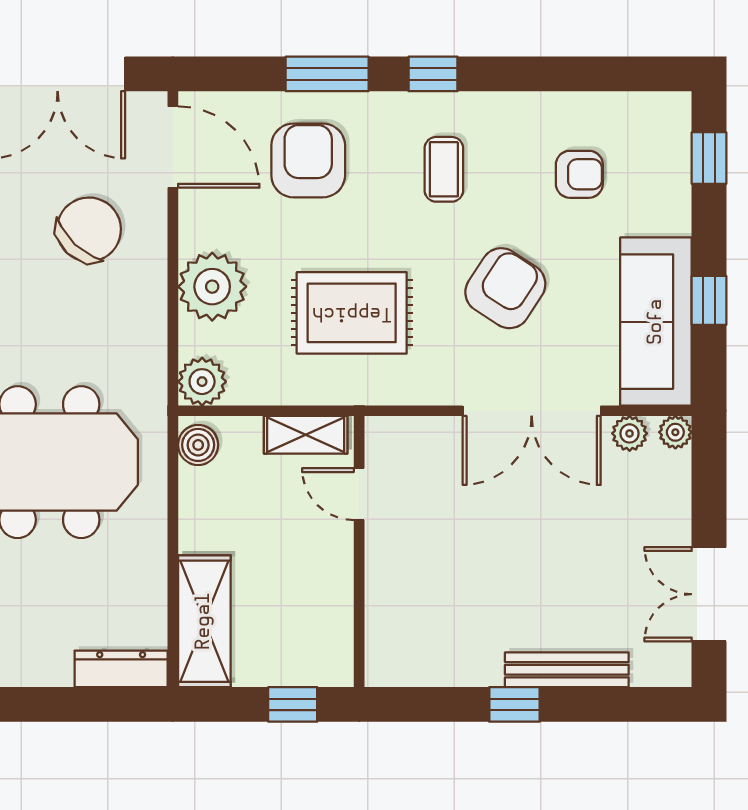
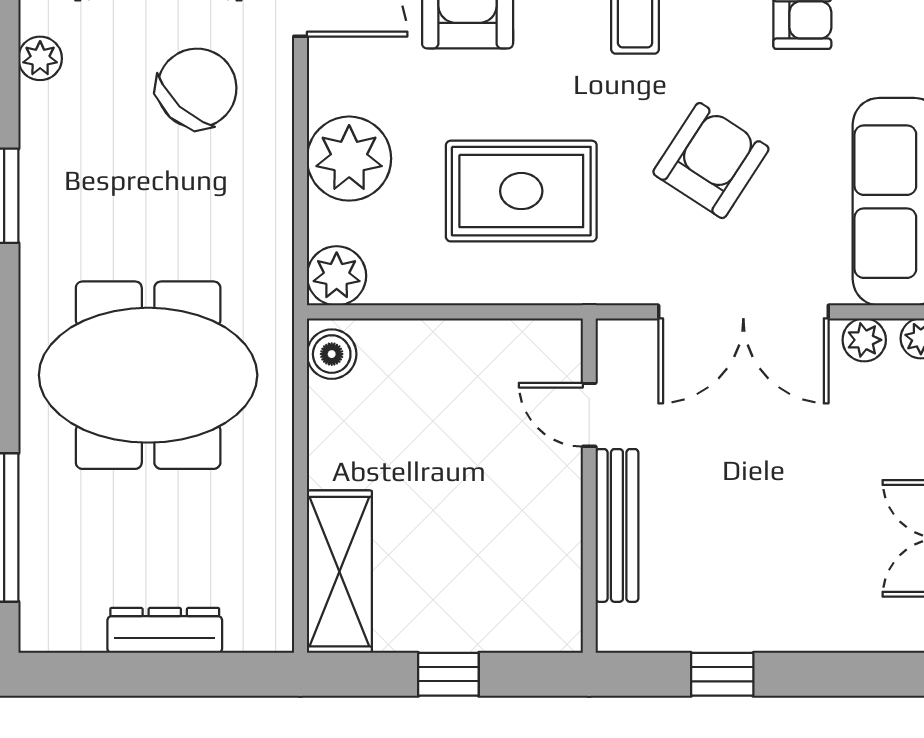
shelving: (306, 435) -> (464, 342), removed
door: (359, 494) -> (589, 415), moved
wall: (359, 552) -> (589, 486), moved
dresser: (121, 669) -> (165, 630), moved
bench: (567, 670) -> (617, 525), moved, turned 90

